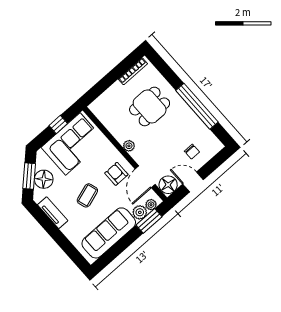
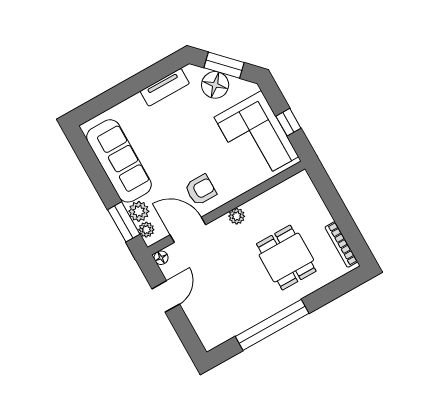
chair: (192, 152) -> (209, 304), removed
floor lamp: (168, 185) -> (161, 258), width x0.53, depth x0.53
coffee table: (87, 195) -> (179, 142), removed

